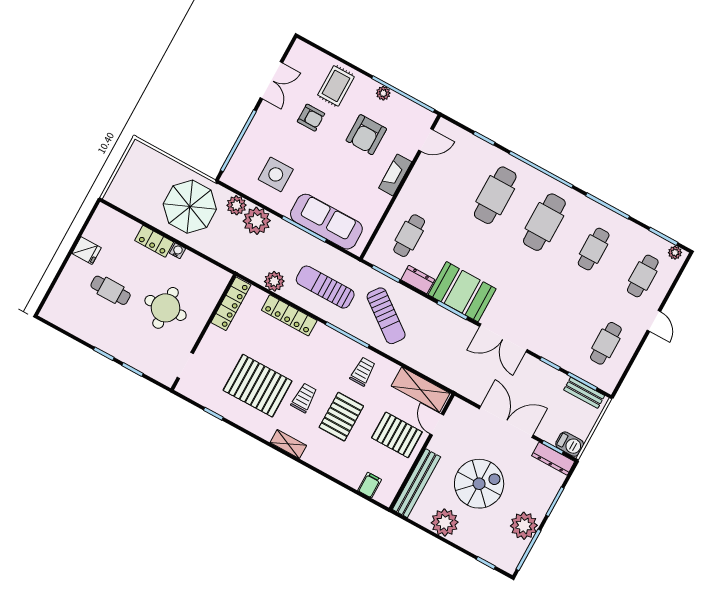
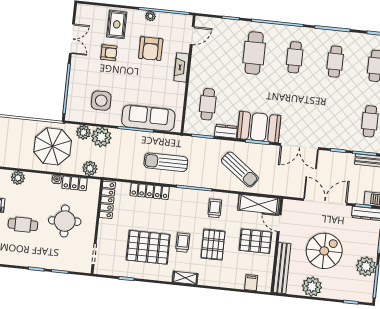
cafe table: (544, 222) -> (295, 57), width x0.73, depth x0.74
plant: (129, 228) -> (18, 178), added
locker: (154, 241) -> (75, 183), moved
plant: (274, 281) -> (90, 168), moved
sun lounger: (386, 316) -> (240, 170), moved

